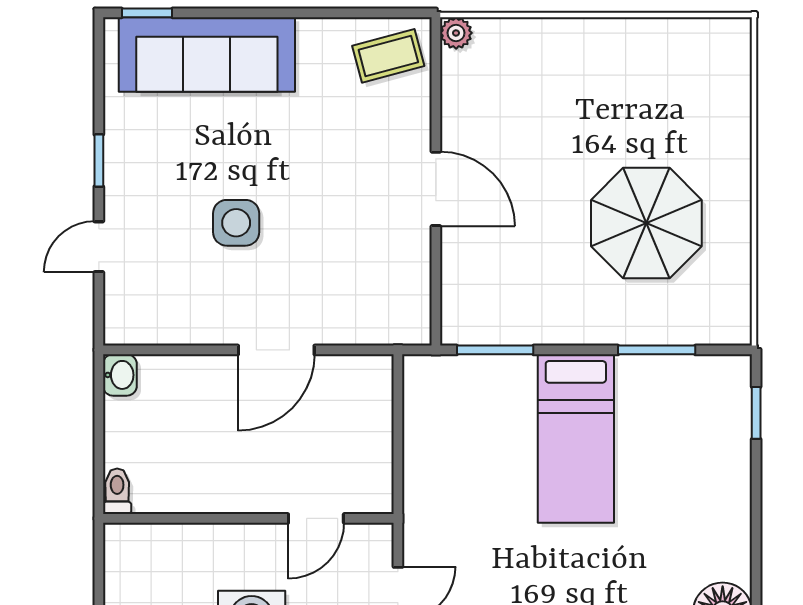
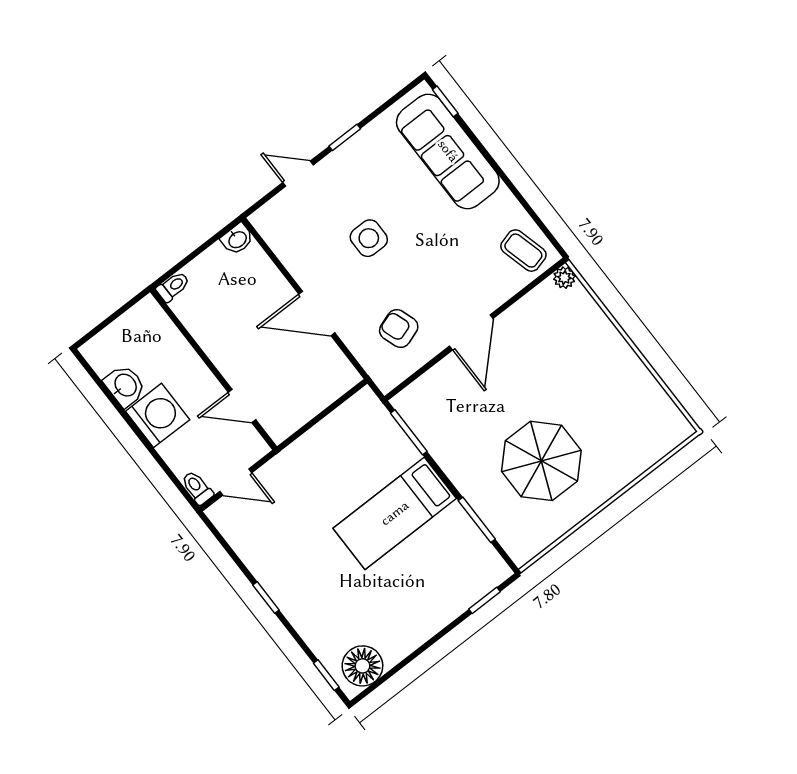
armchair: (367, 269) -> (399, 328), added

